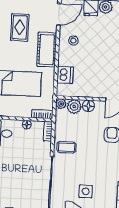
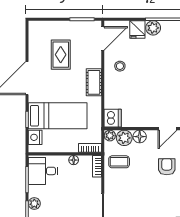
cot: (47, 50) -> (94, 82), width x0.73, depth x0.75
dishwasher: (65, 75) -> (113, 118), moved
coffee table: (66, 147) -> (119, 162), moved

